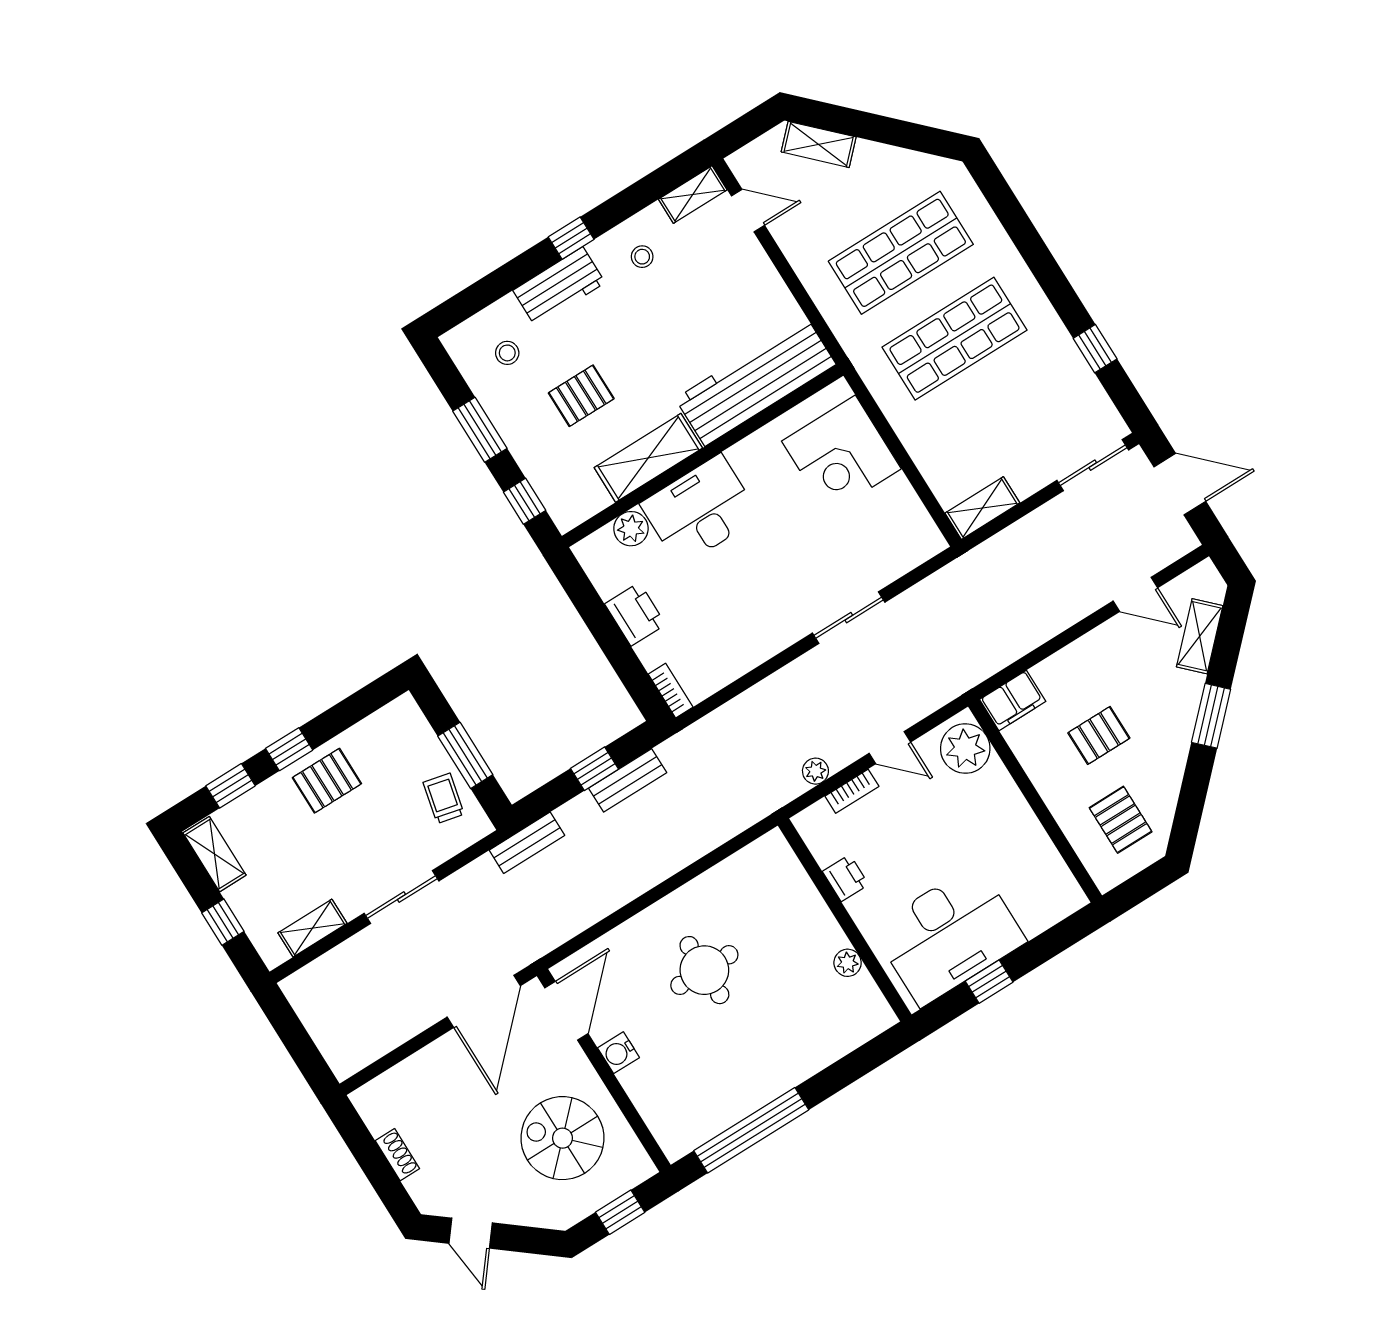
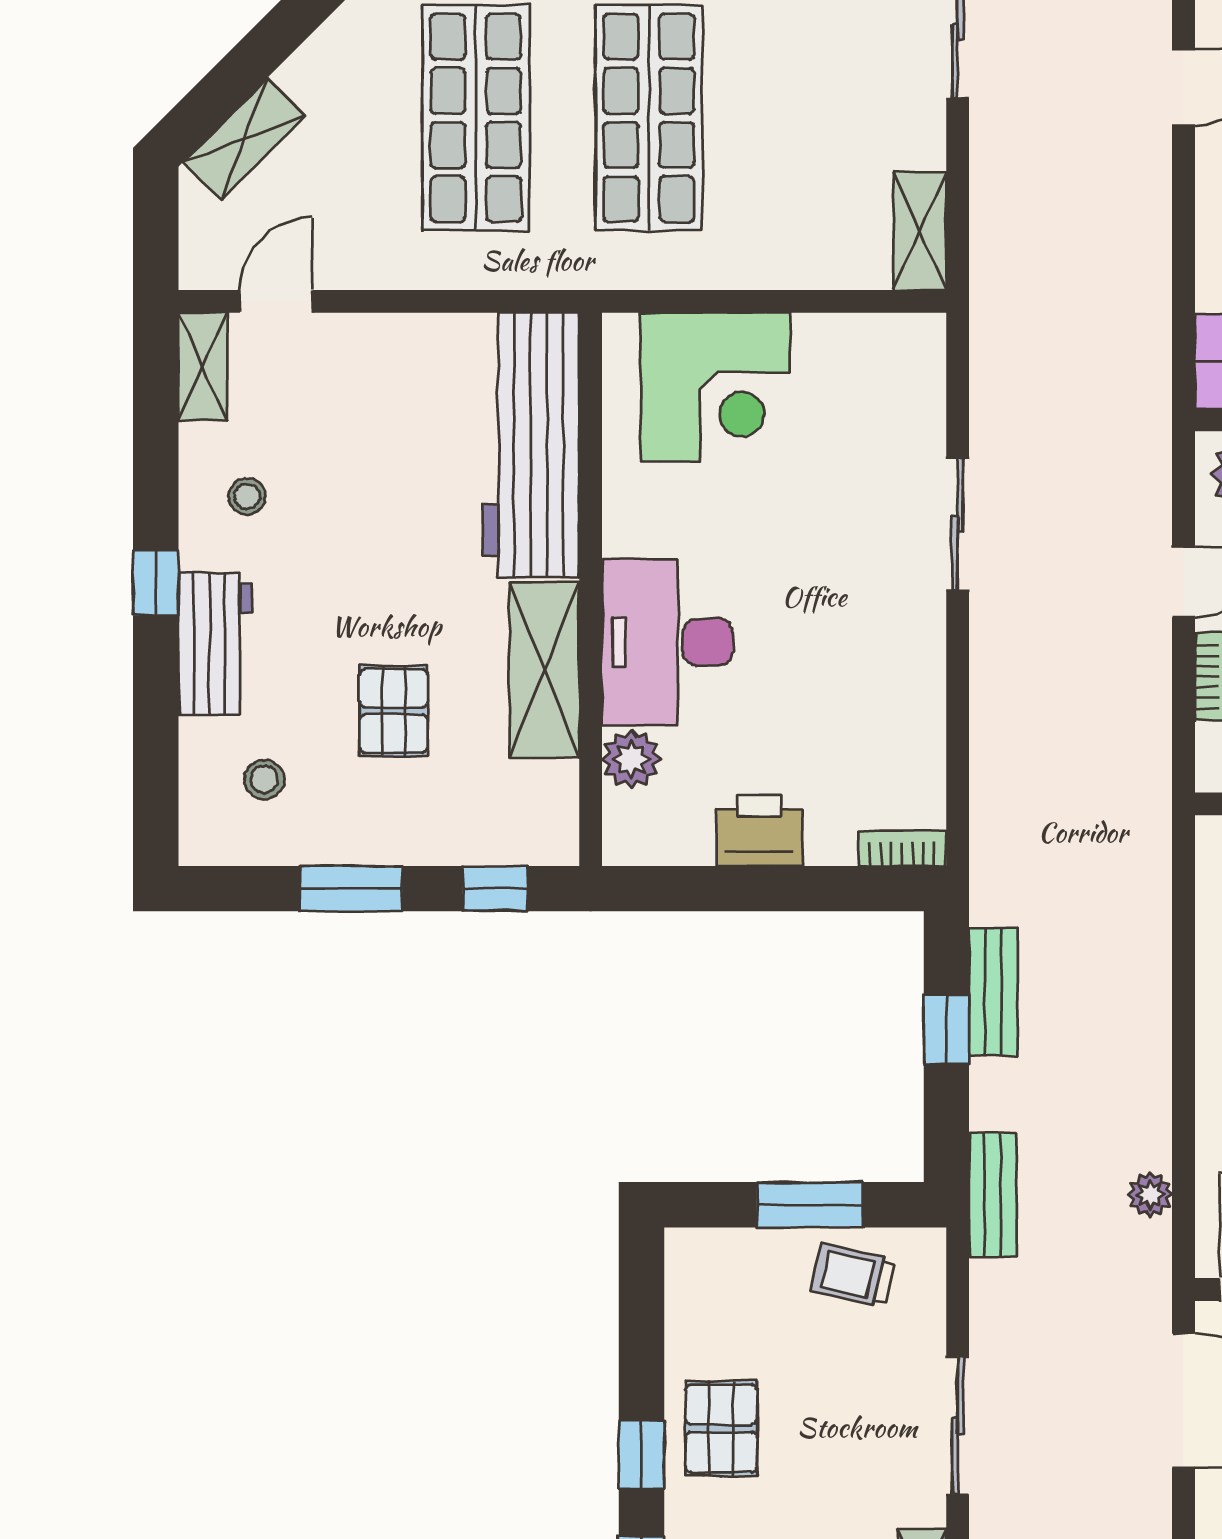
plant: (815, 771) -> (1150, 1195), moved

